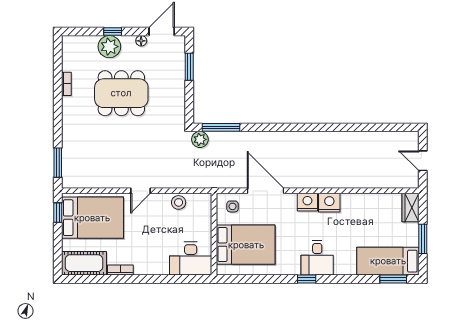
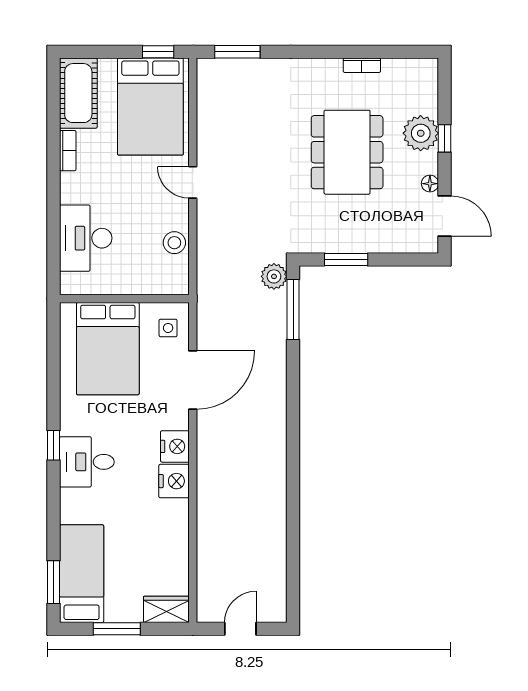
window: (189, 67) -> (346, 260), moved
desk: (191, 258) -> (86, 238), moved

